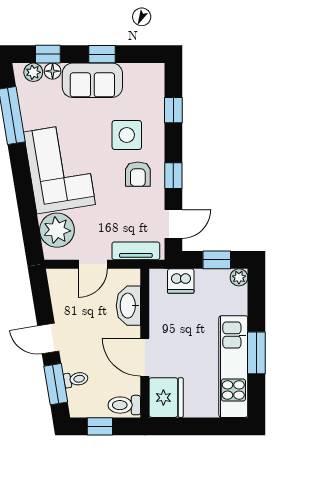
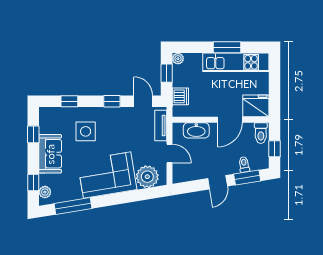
window: (102, 54) -> (33, 134), moved
floor lamp: (53, 71) -> (44, 180), removed
armchair: (138, 174) -> (111, 124), removed

